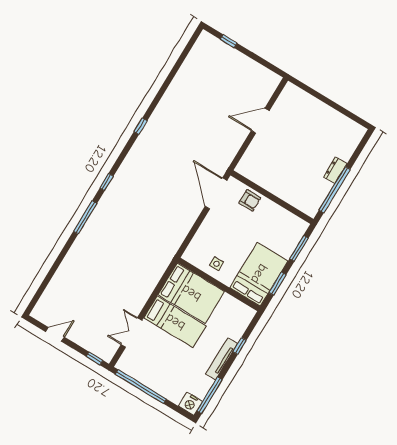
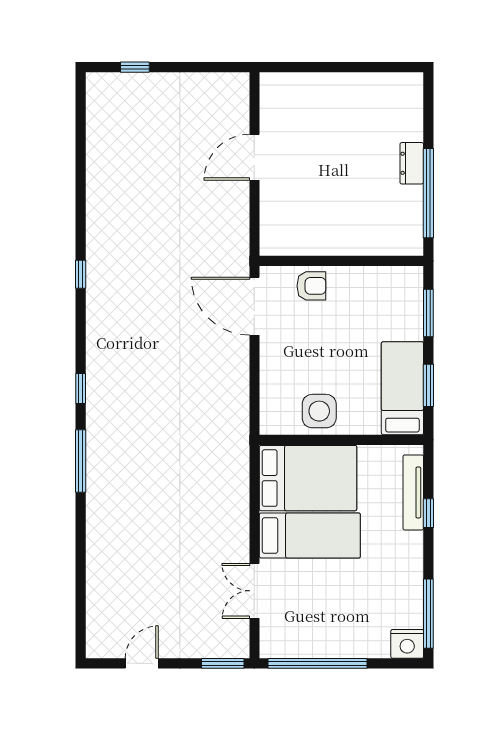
side table: (216, 264) -> (319, 411), width x1.87, depth x1.87
bed: (259, 274) -> (402, 388), width x0.67
window: (94, 358) -> (223, 663), width x1.50
tv unit: (222, 359) -> (413, 492), moved

